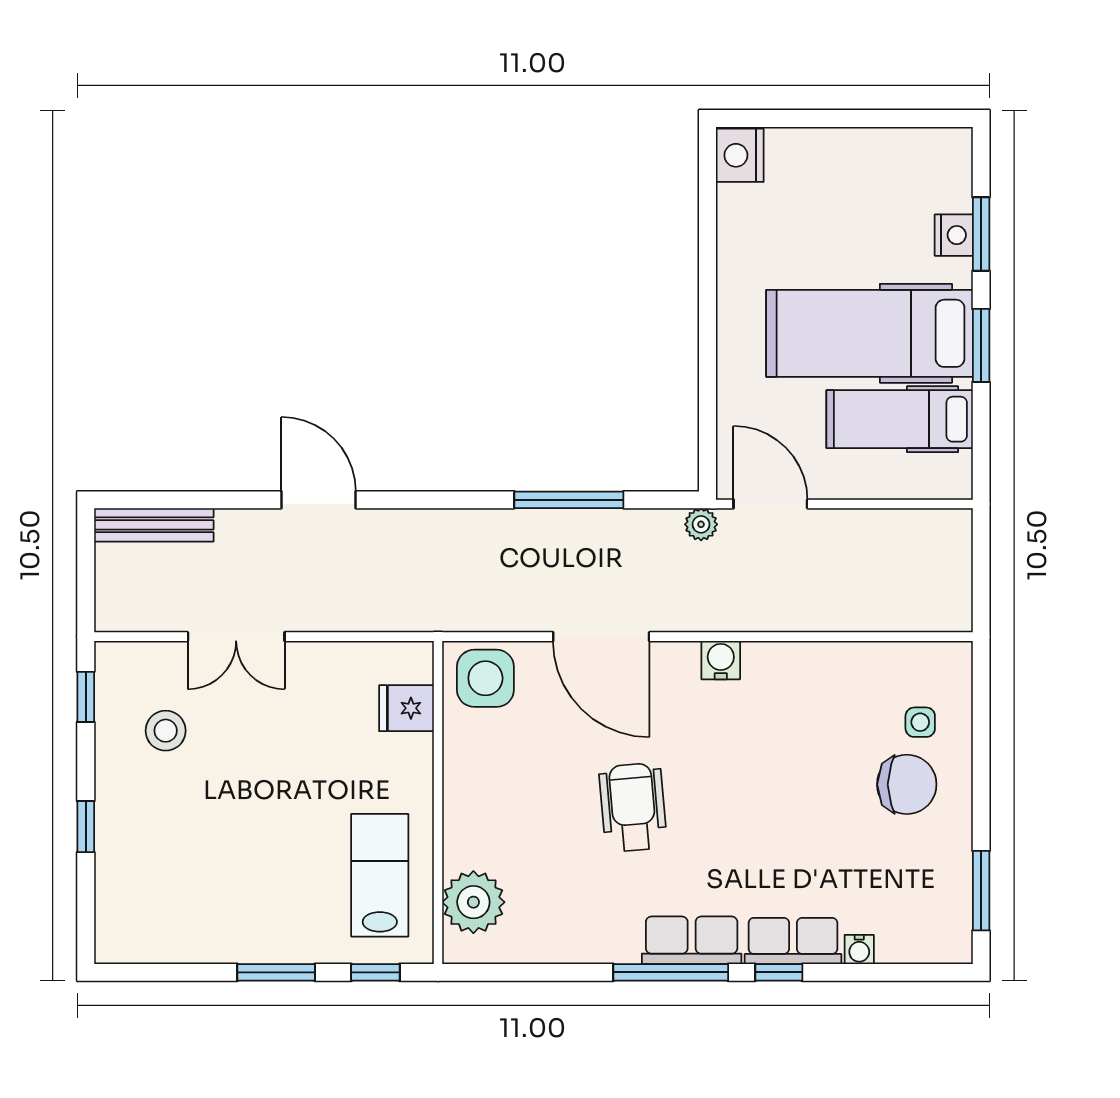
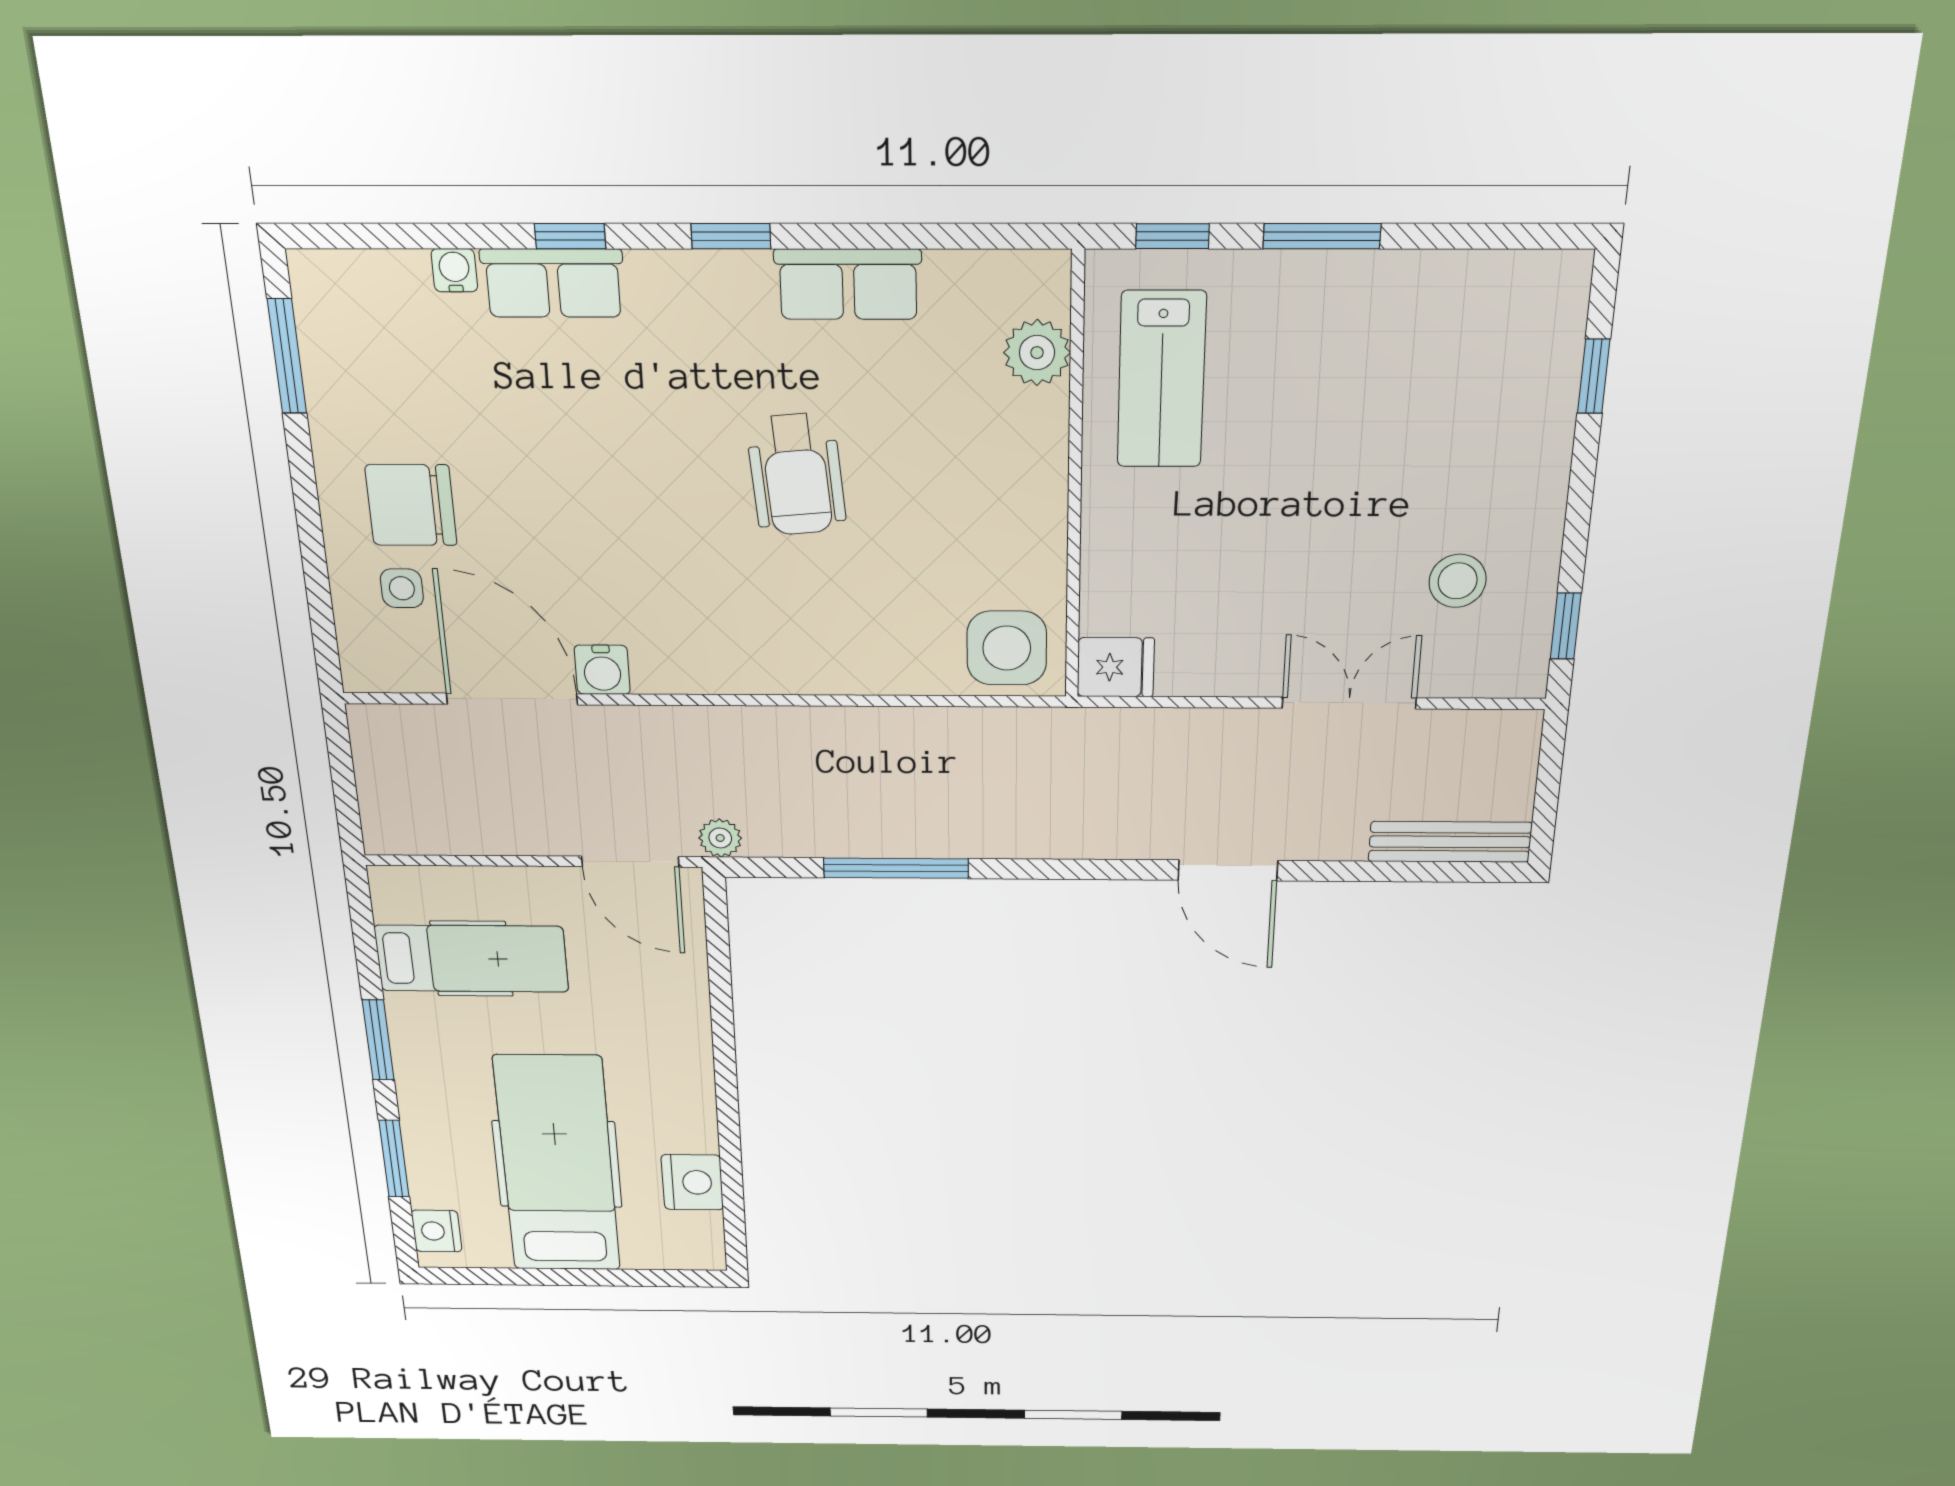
nightstand: (740, 155) -> (692, 1182), moved
nightstand: (954, 235) -> (437, 1231), moved
hospital bed: (869, 333) -> (557, 1164), moved, turned -90
door: (601, 637) -> (512, 699), moved
water cooler: (721, 660) -> (602, 670), moved
fridge: (407, 708) -> (1116, 667), moved
window: (86, 827) -> (1594, 376), moved
plant: (473, 902) -> (1037, 353), width x0.73, depth x0.73
row of seats: (692, 940) -> (848, 284), moved
window: (671, 972) -> (731, 236), width x0.46

